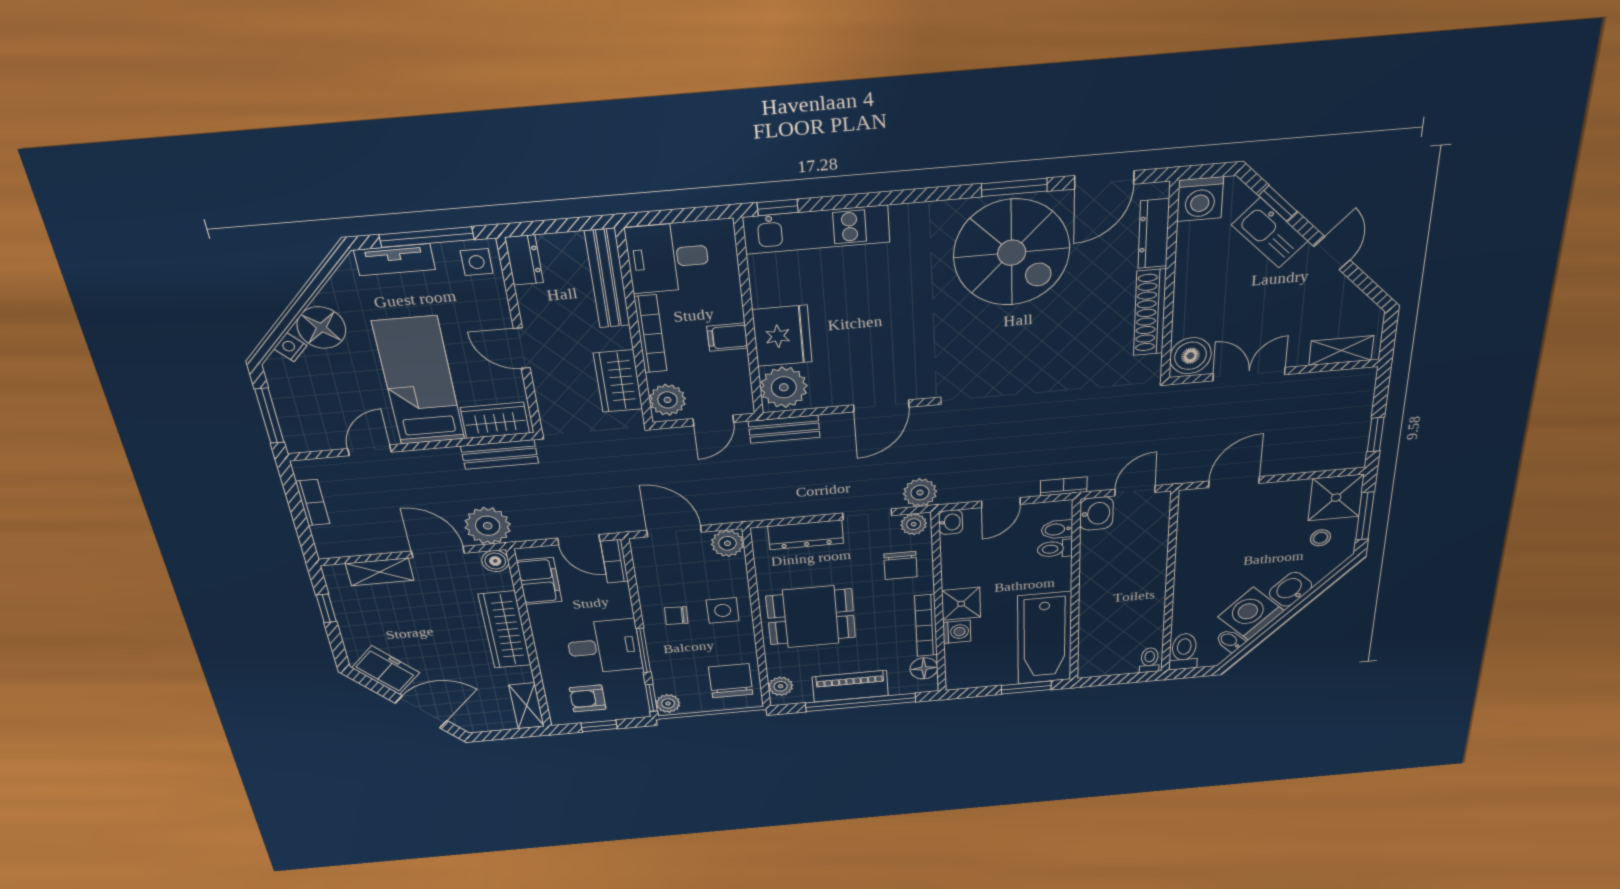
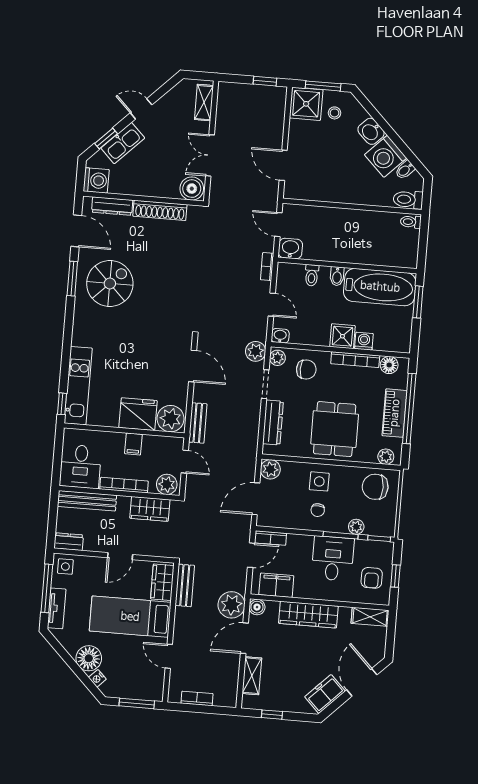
spiral stairs: (1012, 253) -> (110, 284), width x0.73, depth x0.73
bidet: (1057, 529) -> (337, 276), moved
plant: (668, 703) -> (356, 527), moved

